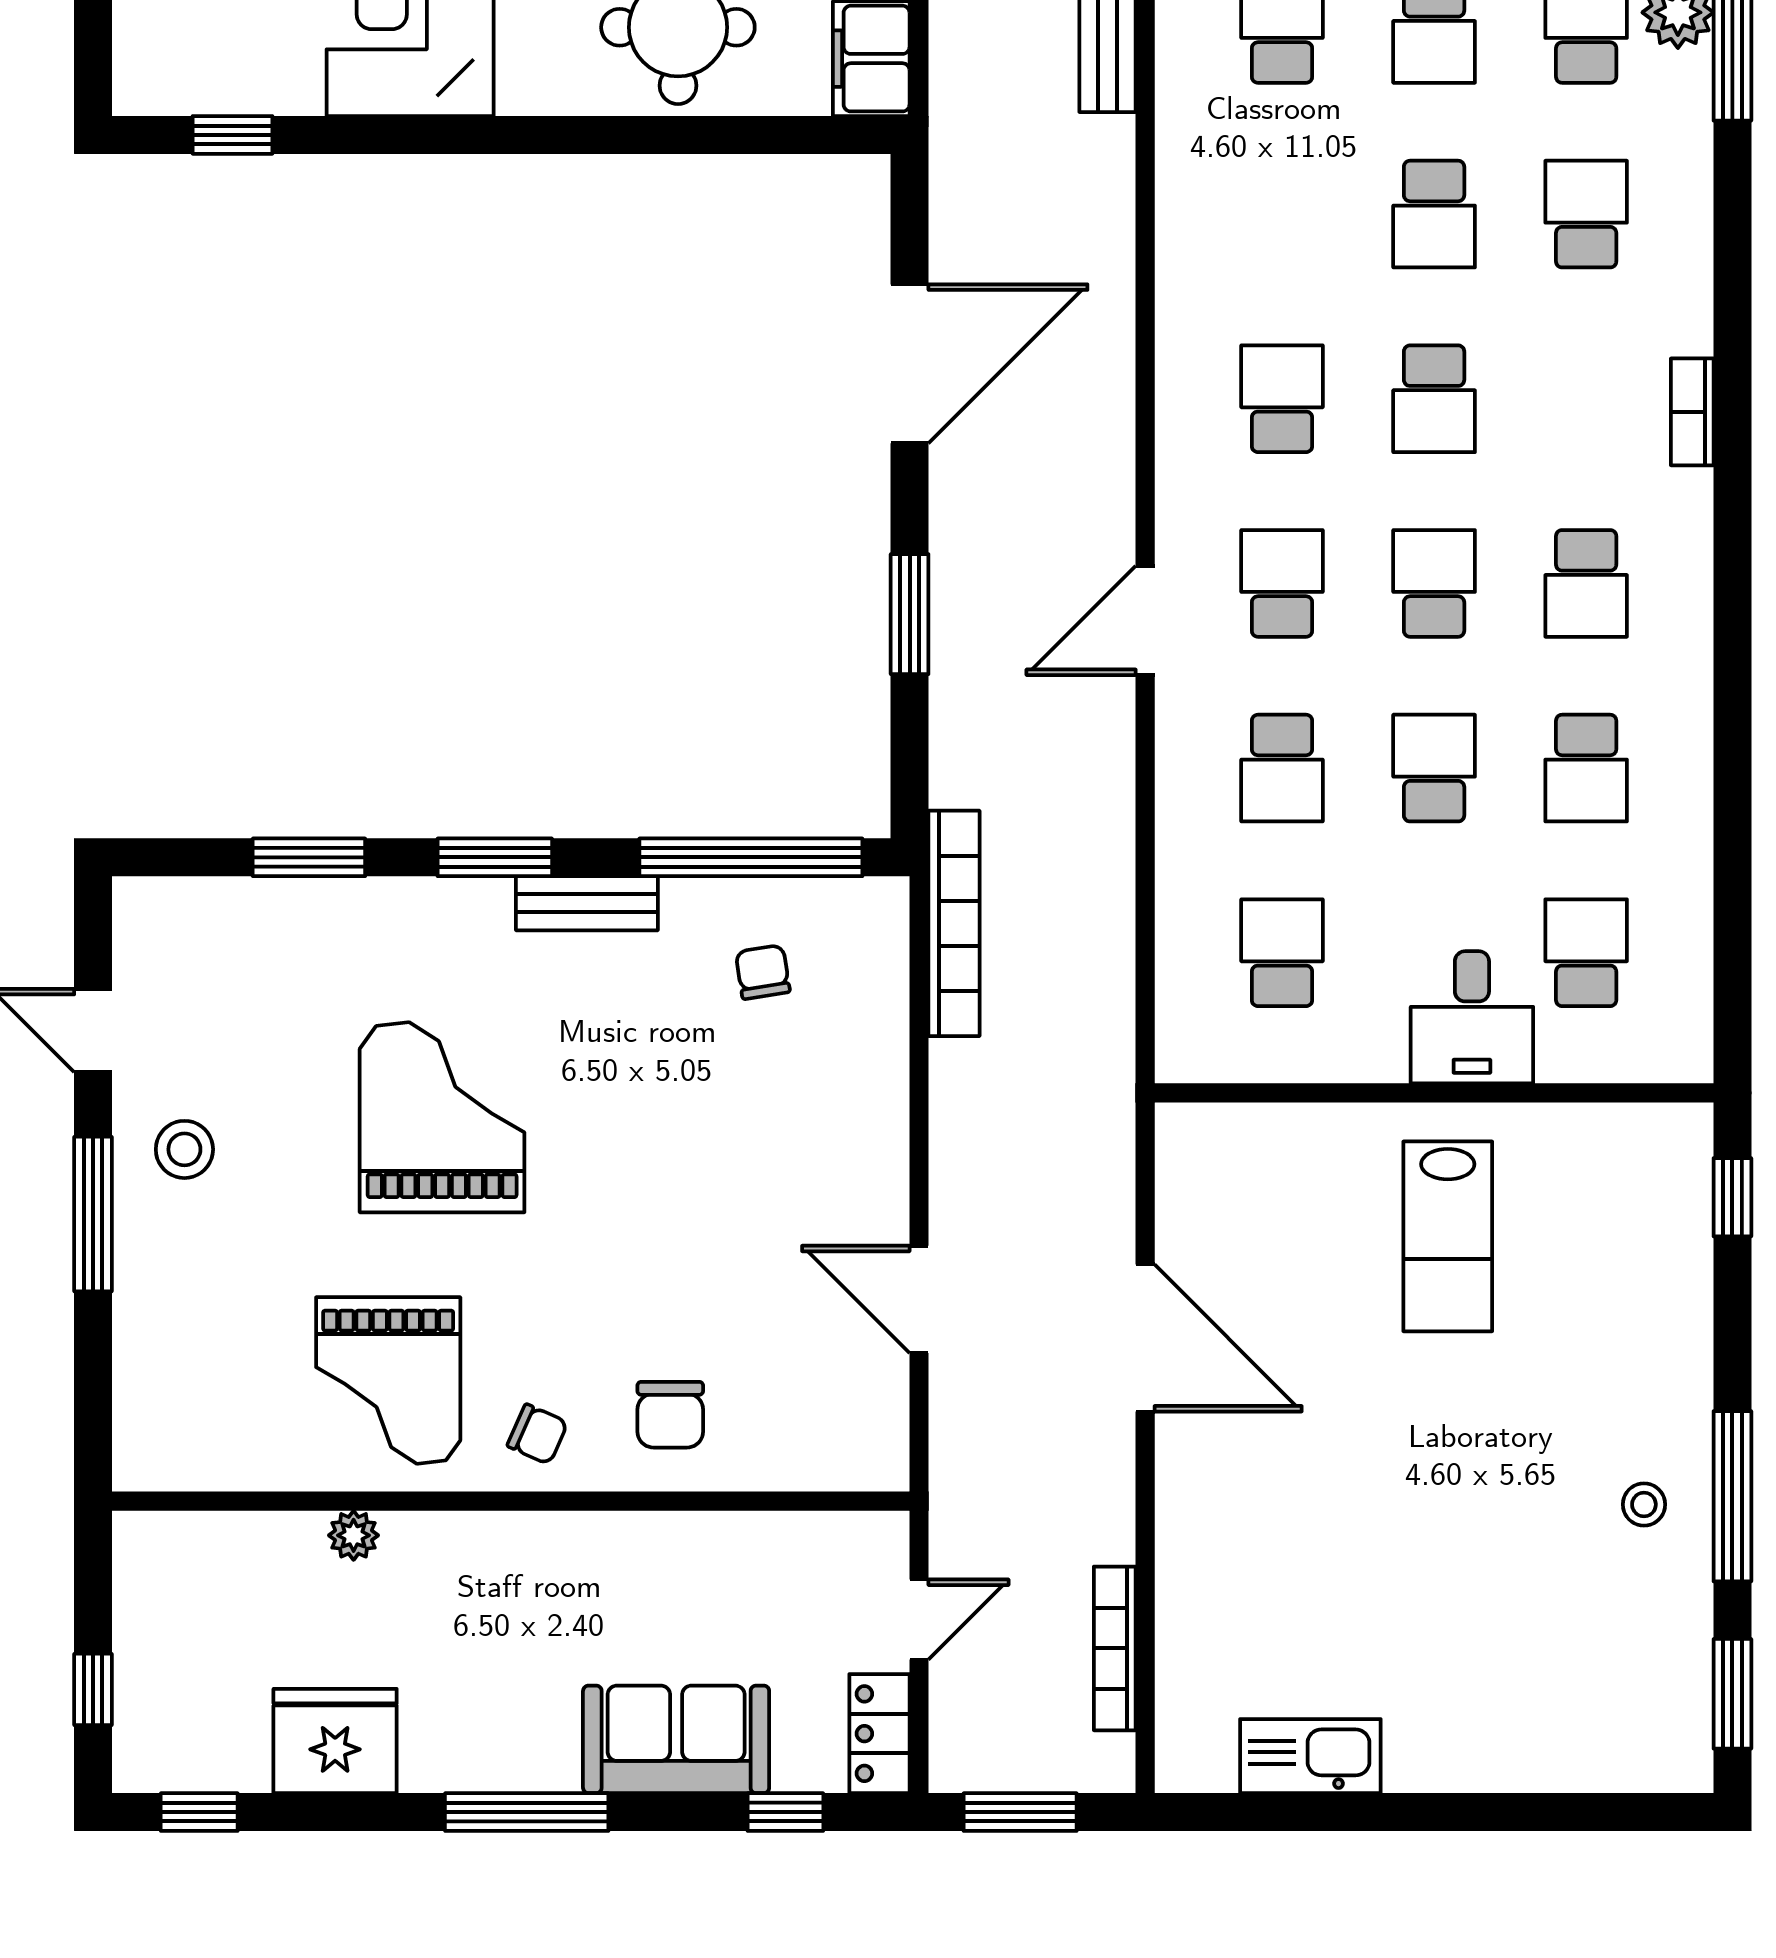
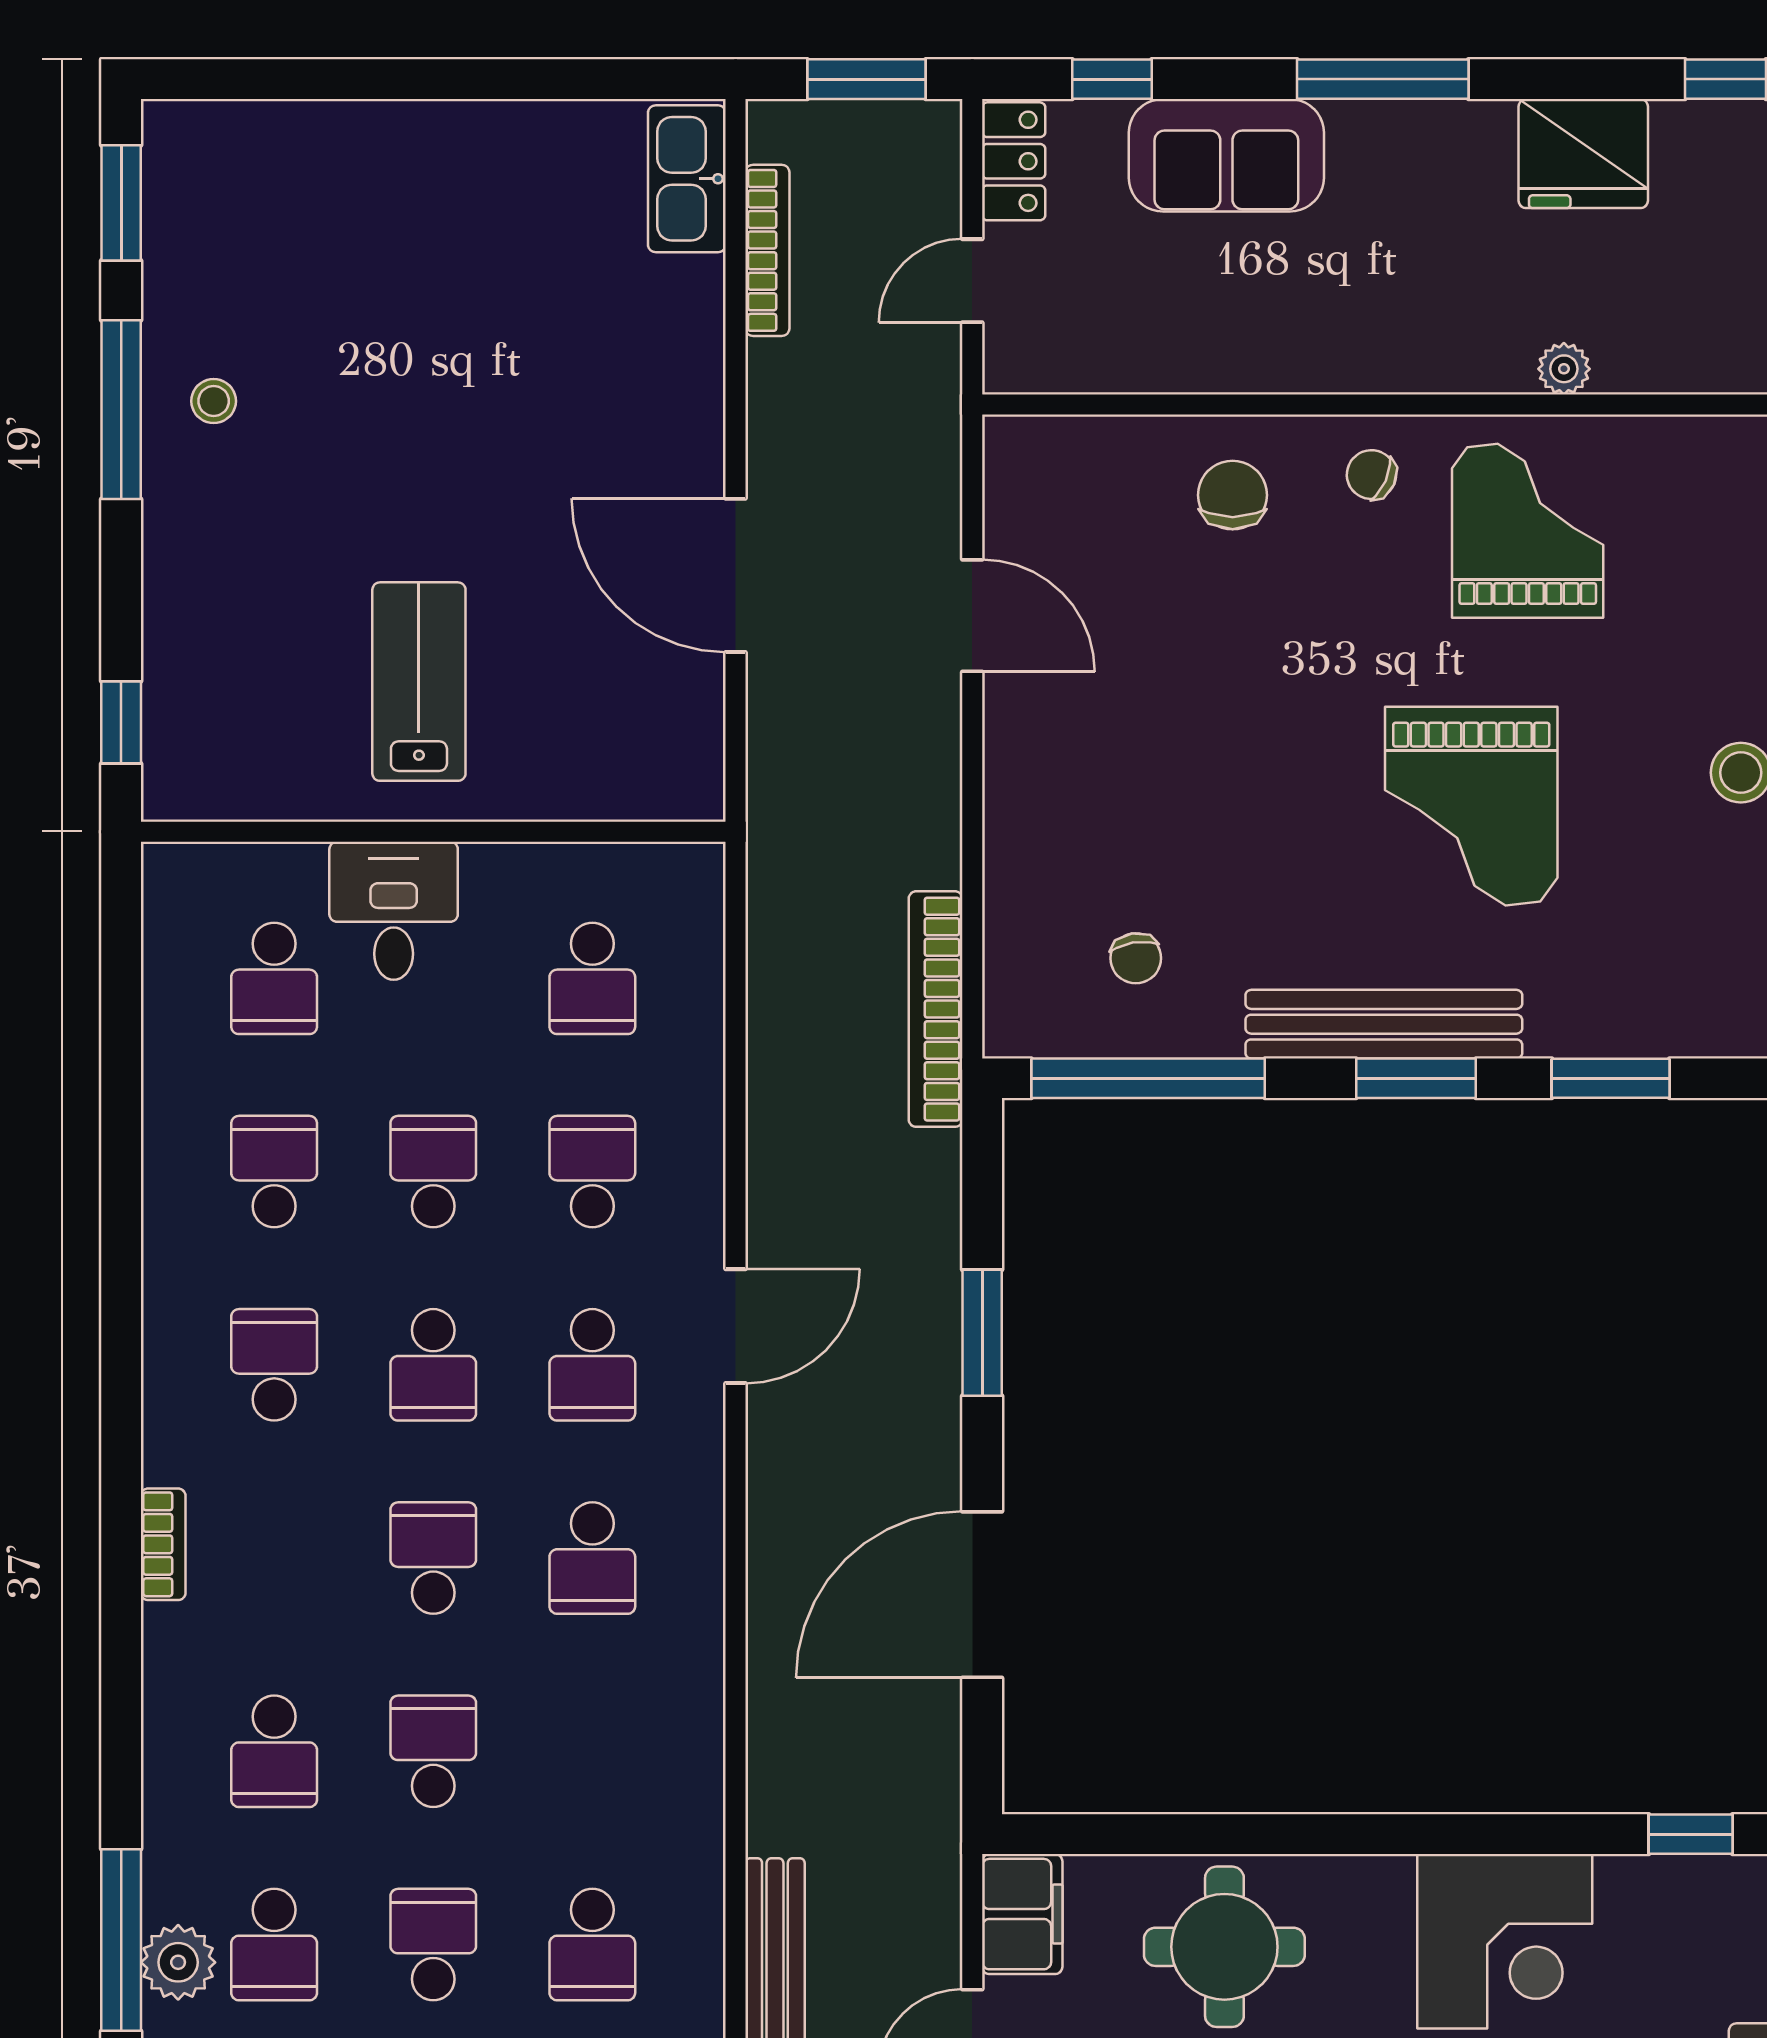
school desk: (1434, 768) -> (433, 1172), turned 180
bench: (587, 903) -> (1384, 1024), width x1.86, depth x1.21
kitchen sink: (1310, 1756) -> (687, 179), moved, turned 90

